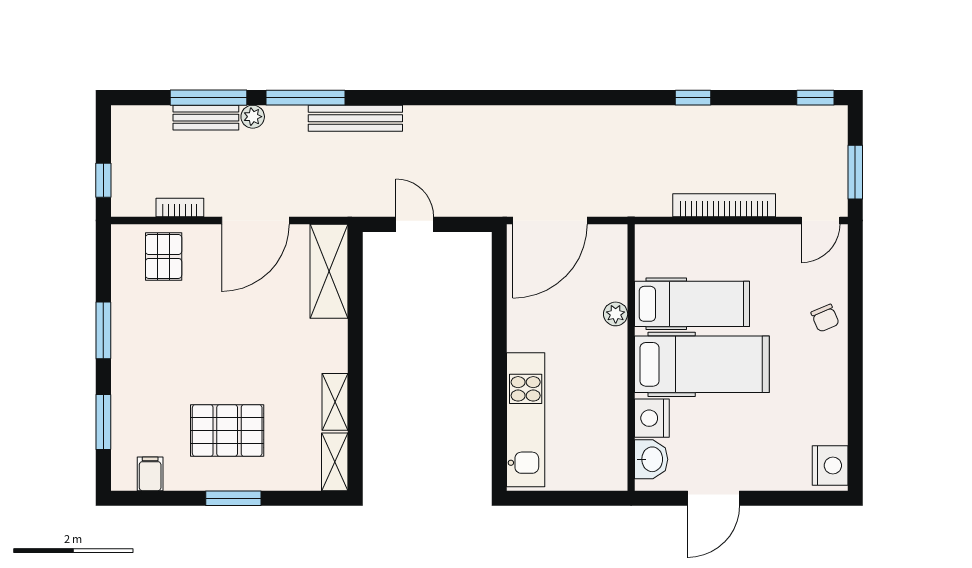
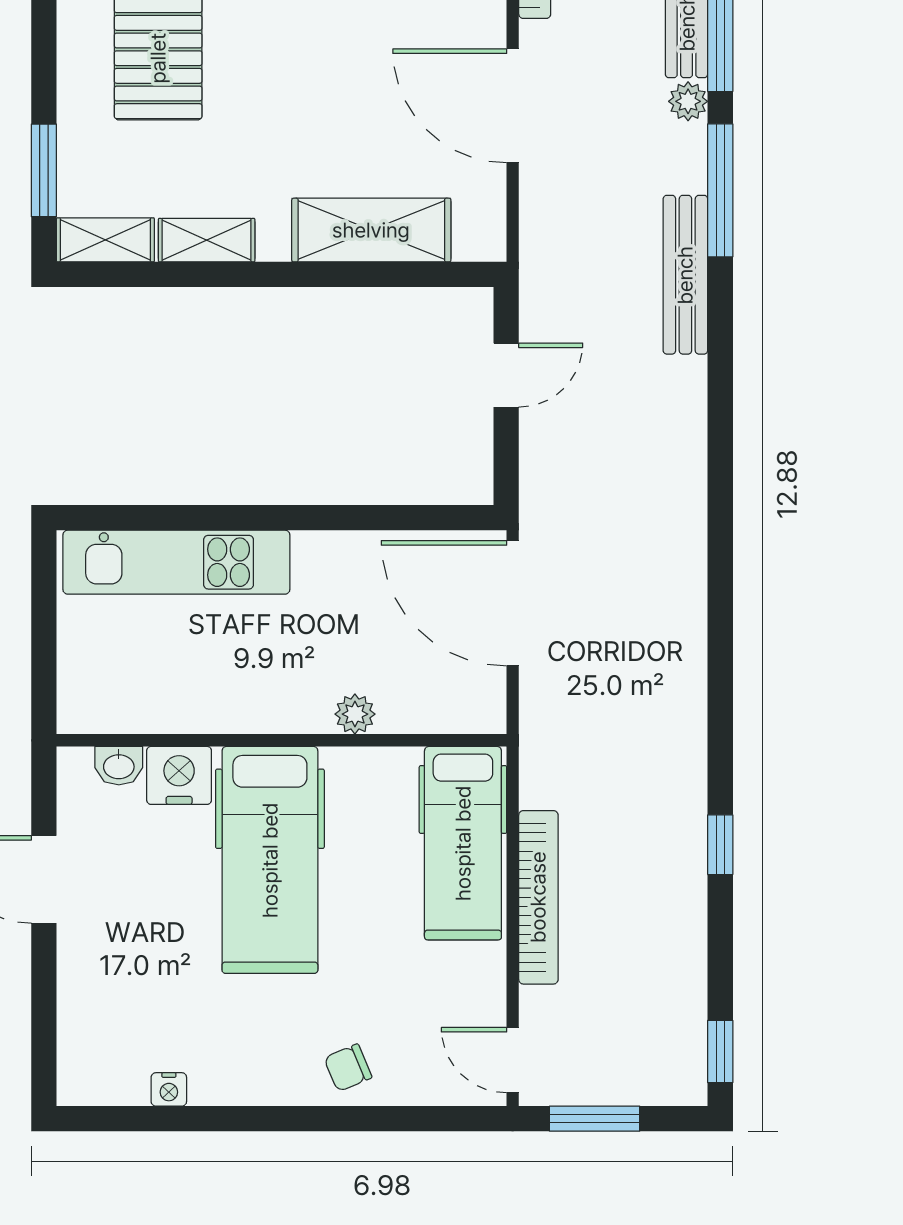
shelving: (329, 271) -> (371, 230), moved
hospital bed: (692, 304) -> (463, 843), moved
washbasin: (651, 459) -> (119, 766), width x0.72, depth x0.69
nightstand: (830, 465) -> (169, 1089), moved, width x0.53, depth x0.56
window: (233, 498) -> (44, 170), moved

